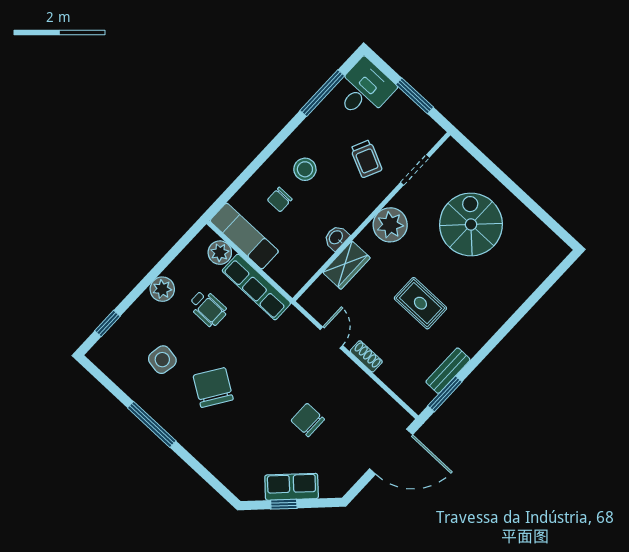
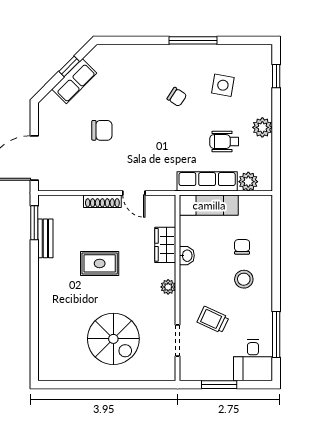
plant: (390, 225) -> (168, 287), width x0.53, depth x0.53
exam couch: (244, 236) -> (209, 205), moved
shoe rack: (366, 356) -> (102, 201), width x1.43
chair: (213, 388) -> (177, 97), width x0.54, depth x0.54

